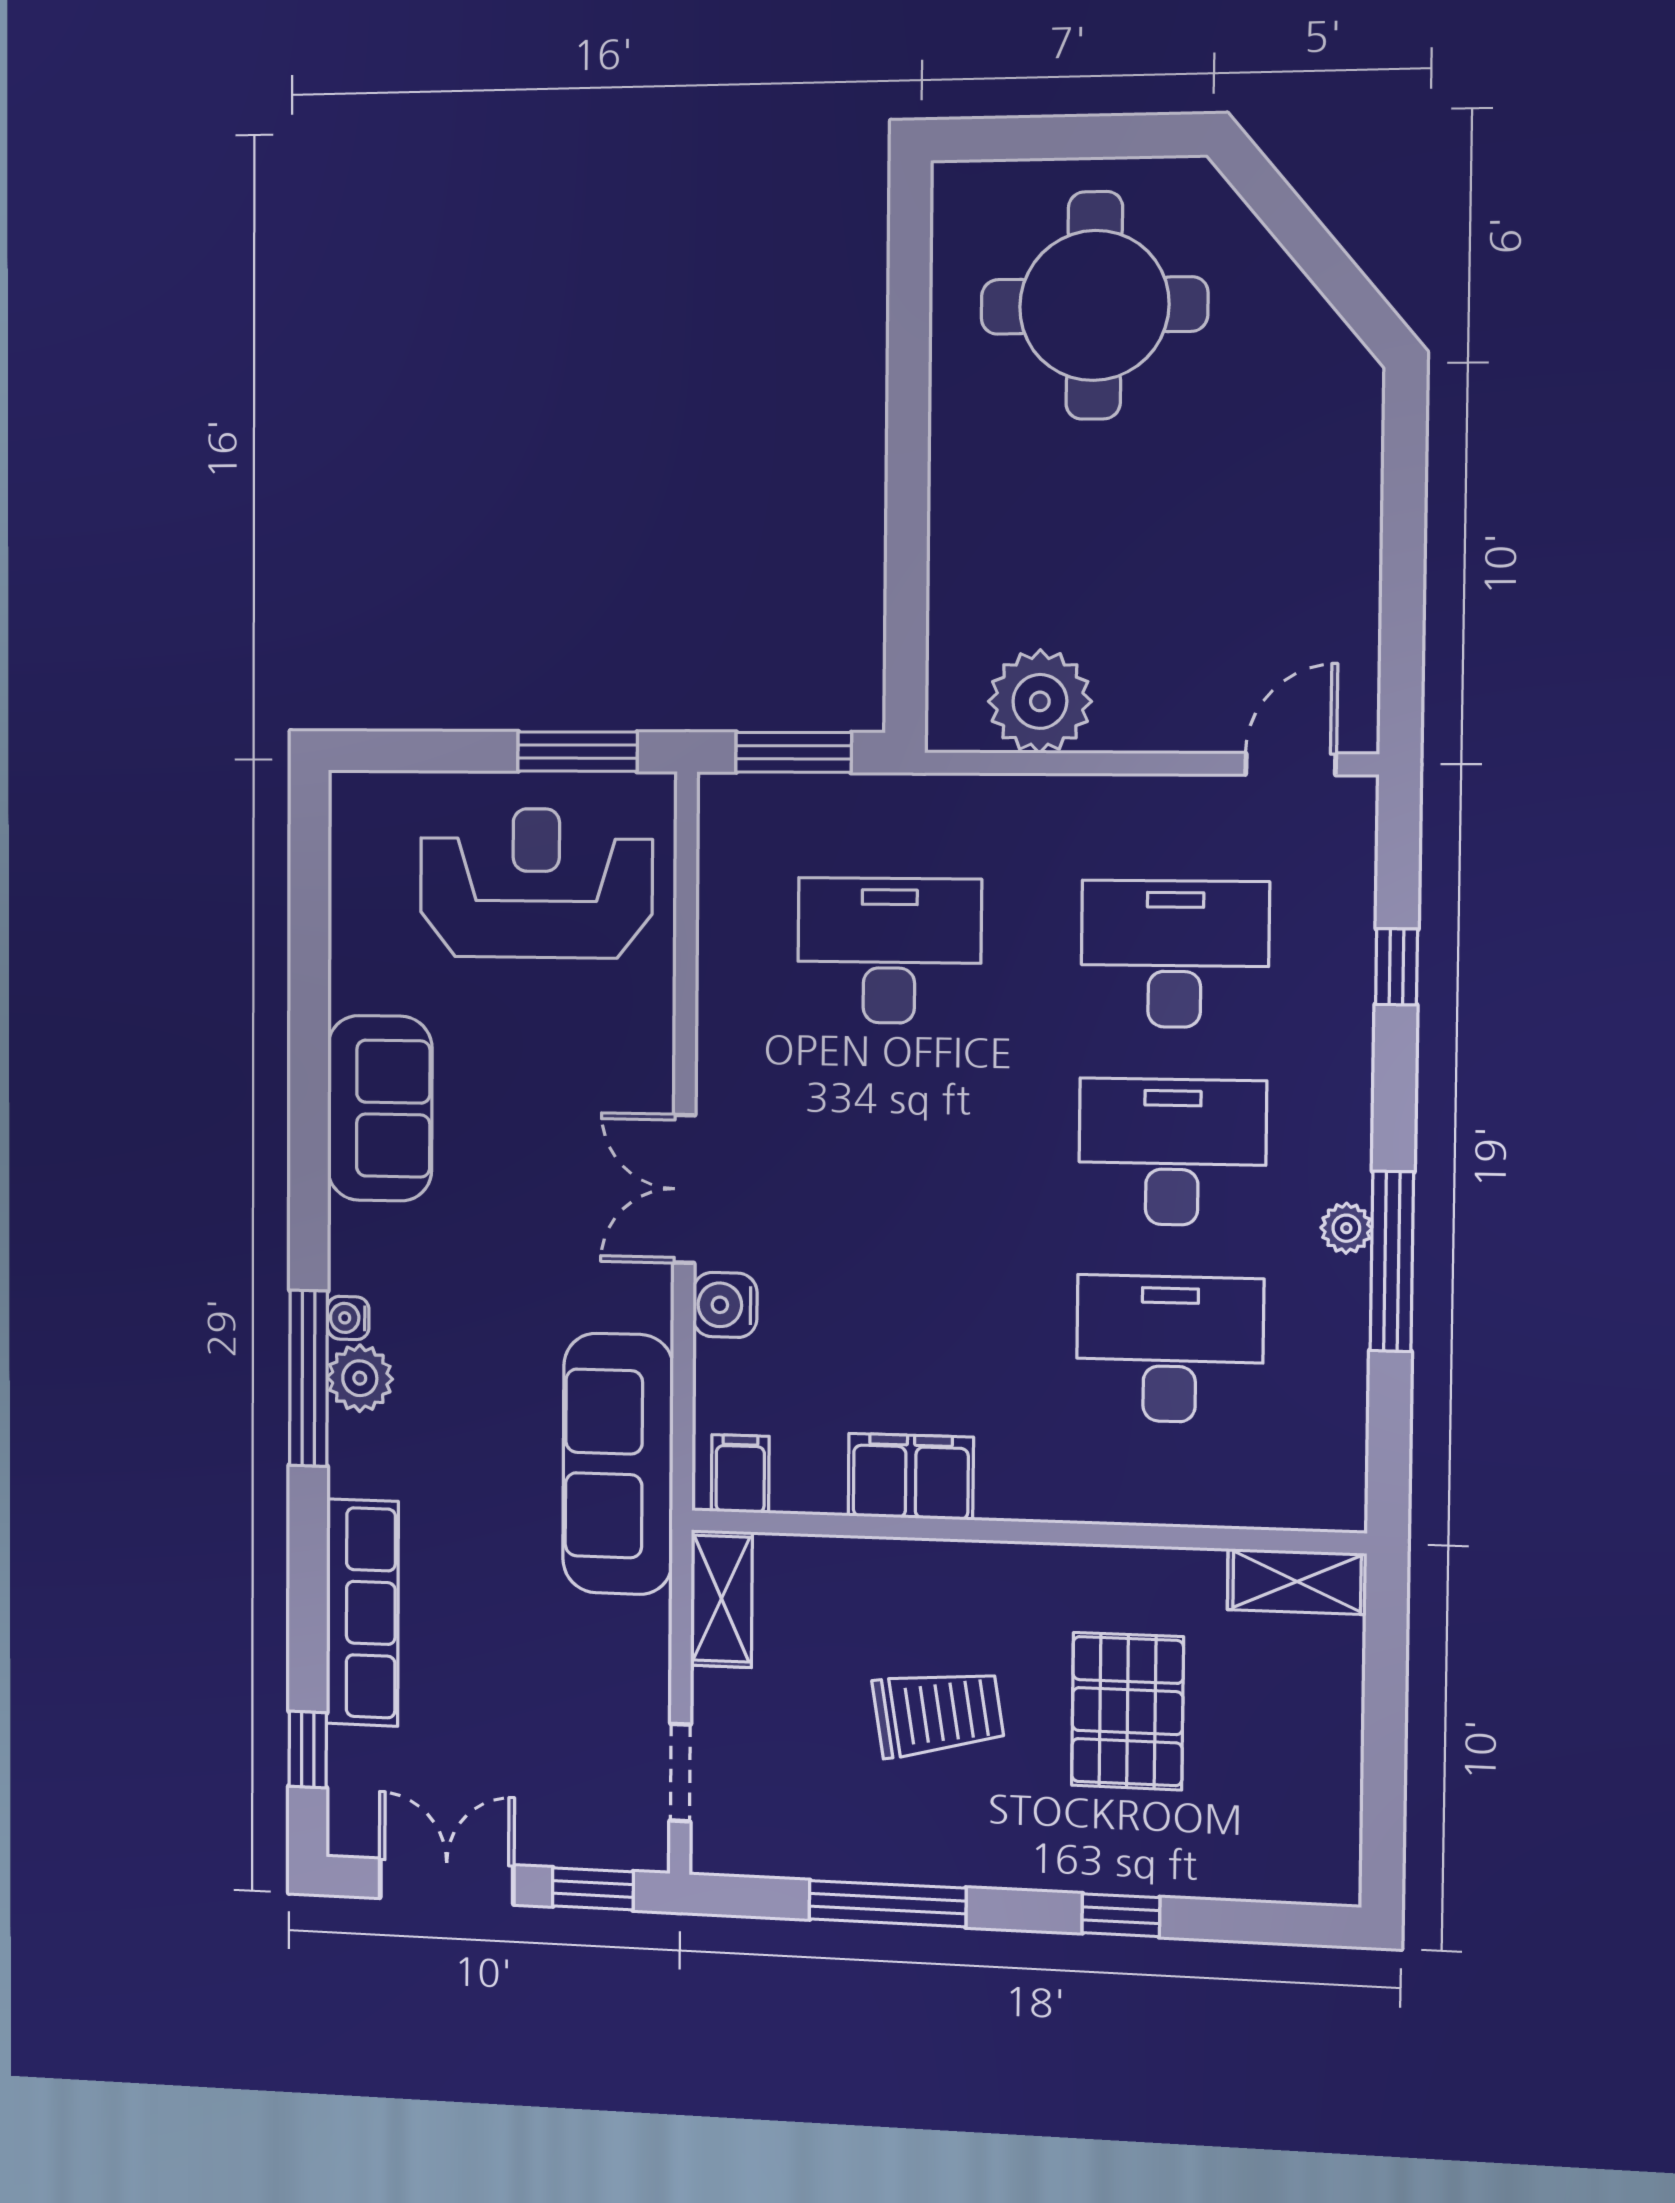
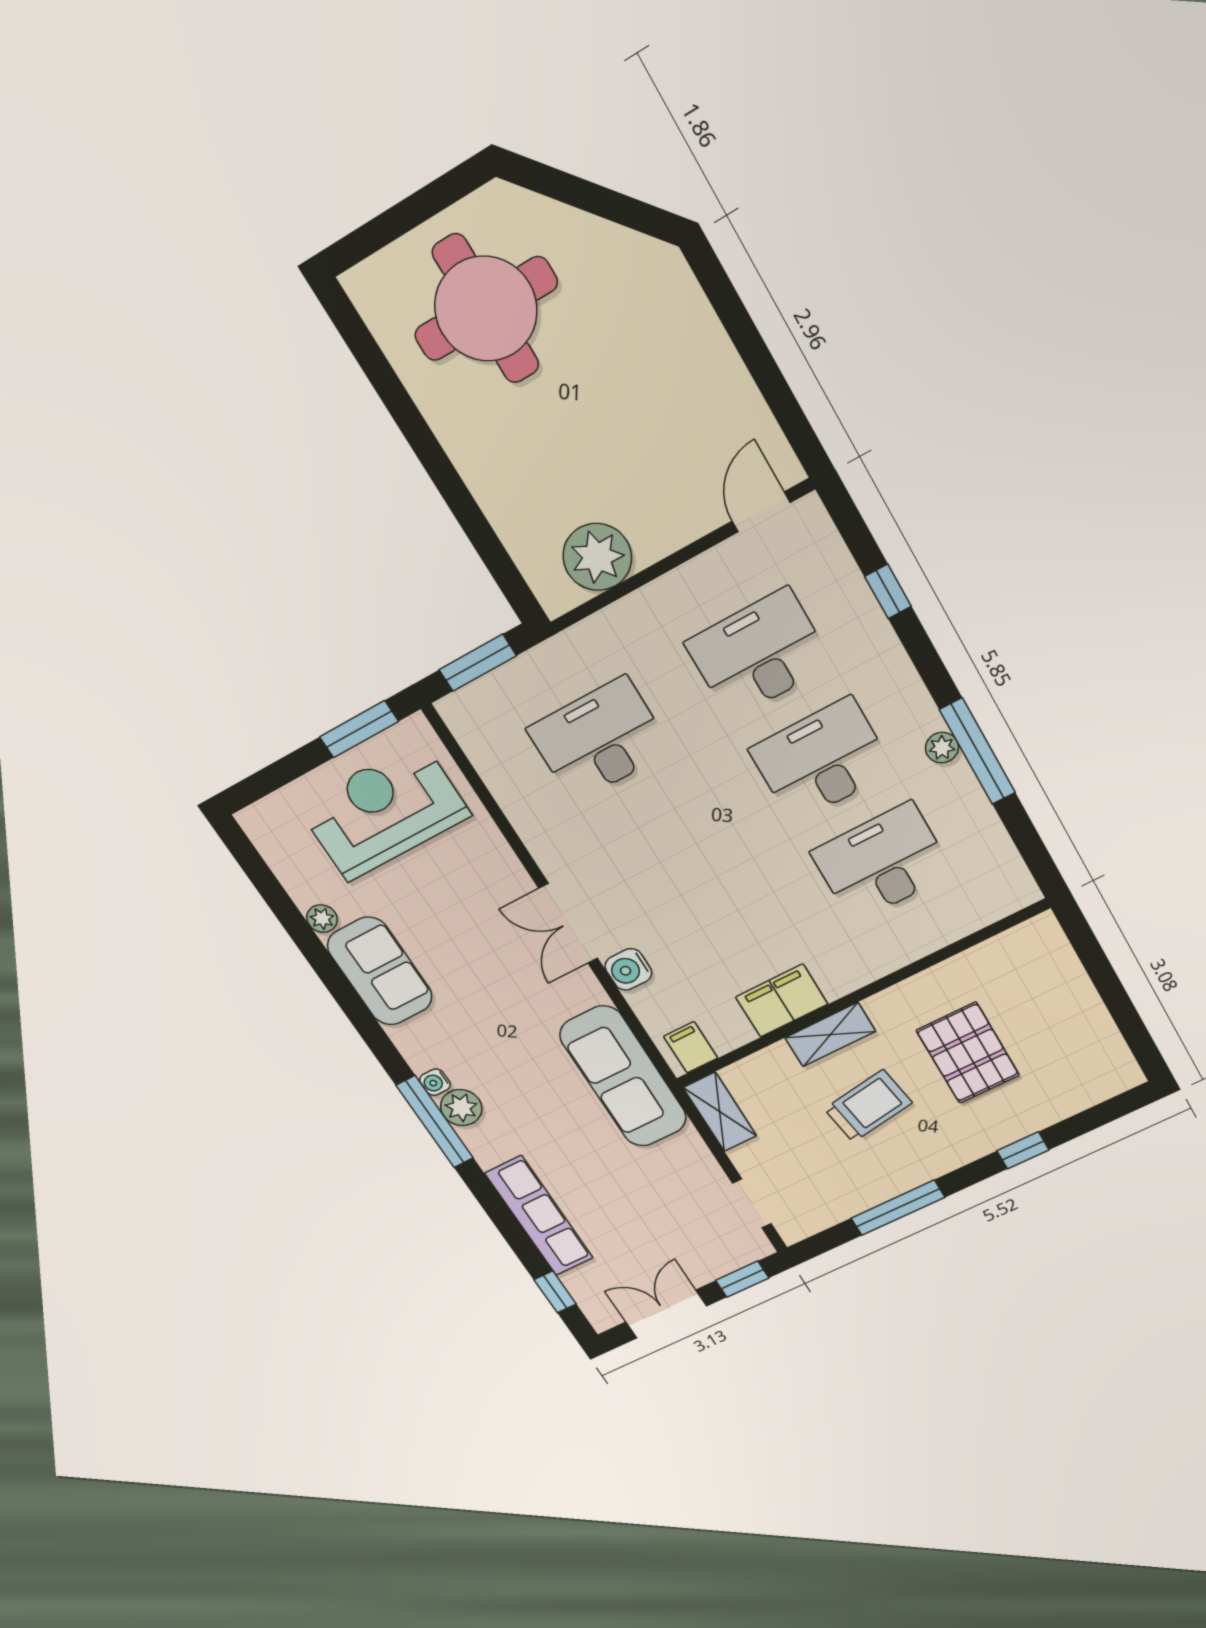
plant: (351, 986) -> (322, 919), added
shelving: (1297, 1582) -> (830, 1035), moved

